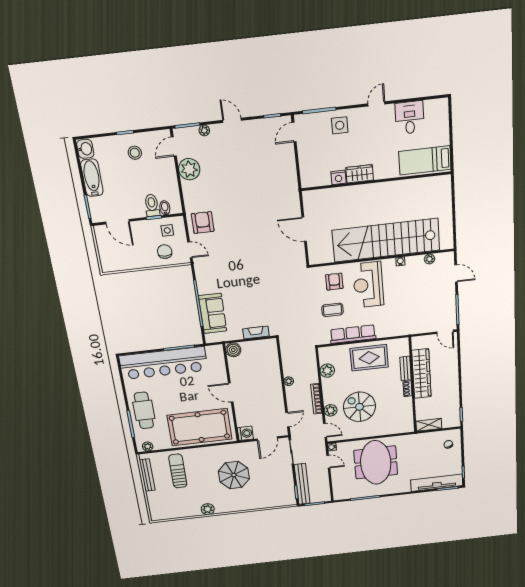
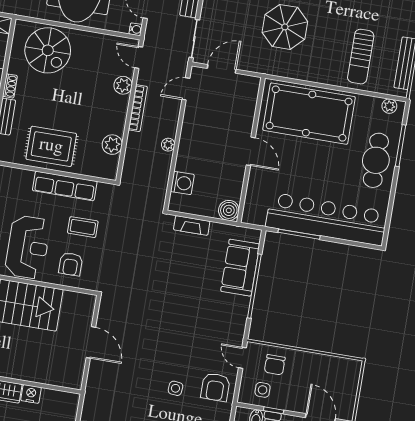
side table: (232, 213) -> (175, 388), added
spiral stairs: (359, 407) -> (48, 50), moved
washing machine: (245, 433) -> (182, 183), moved, turned 180

